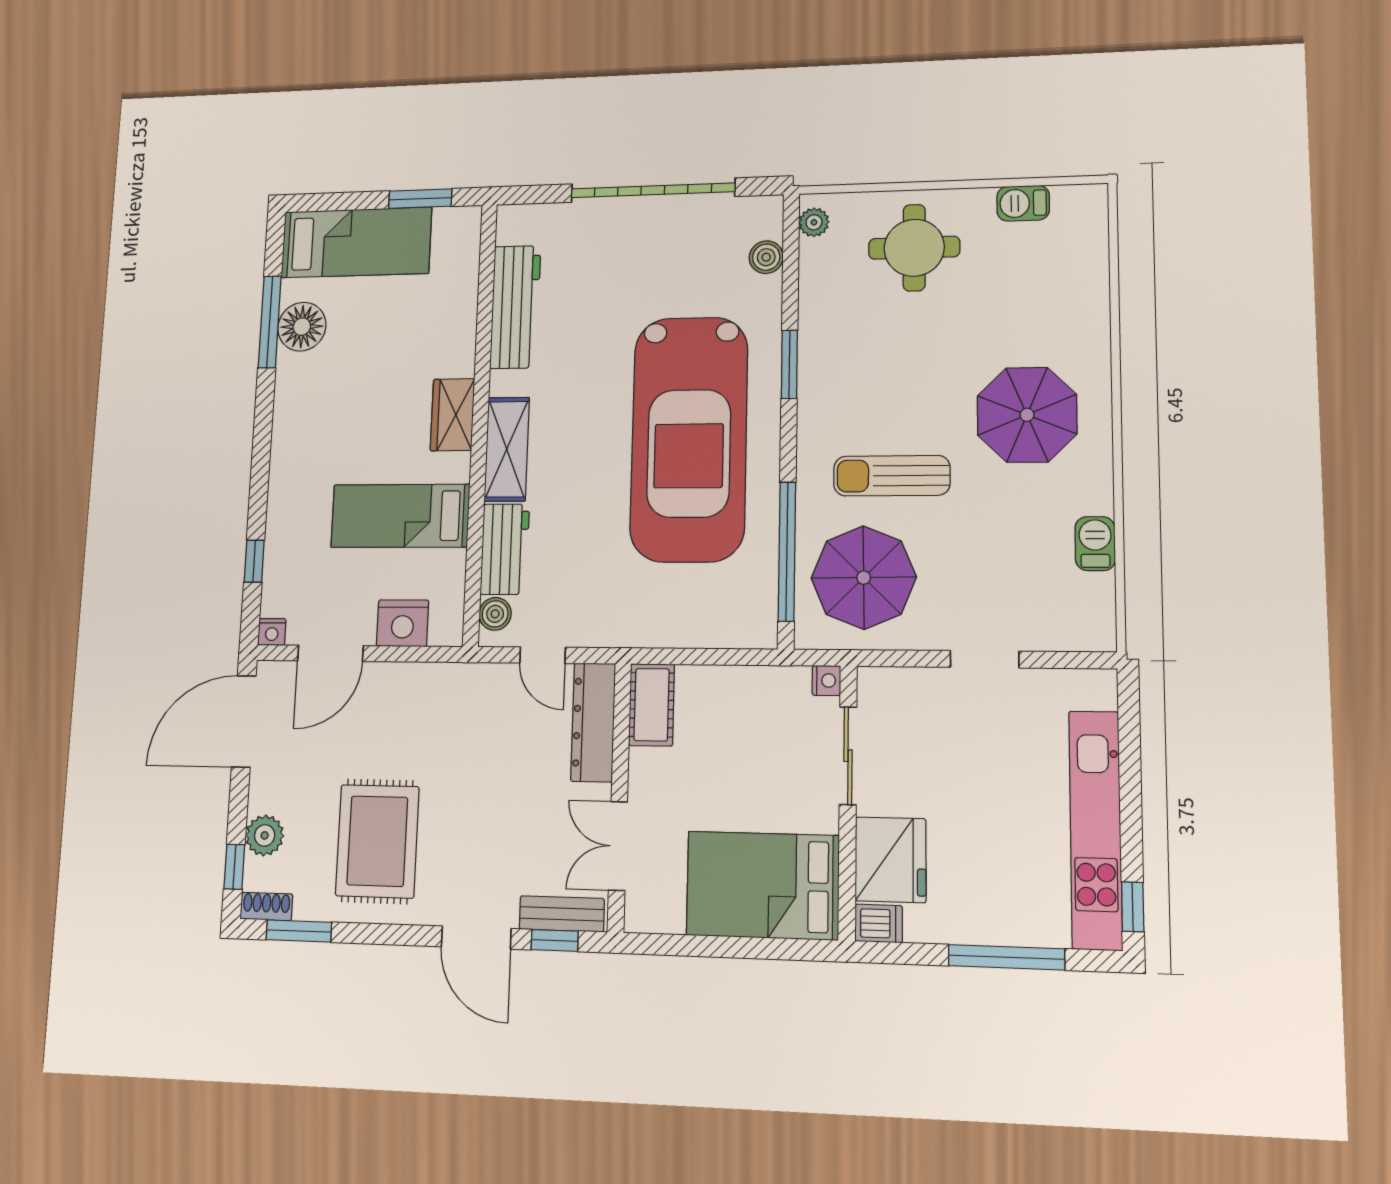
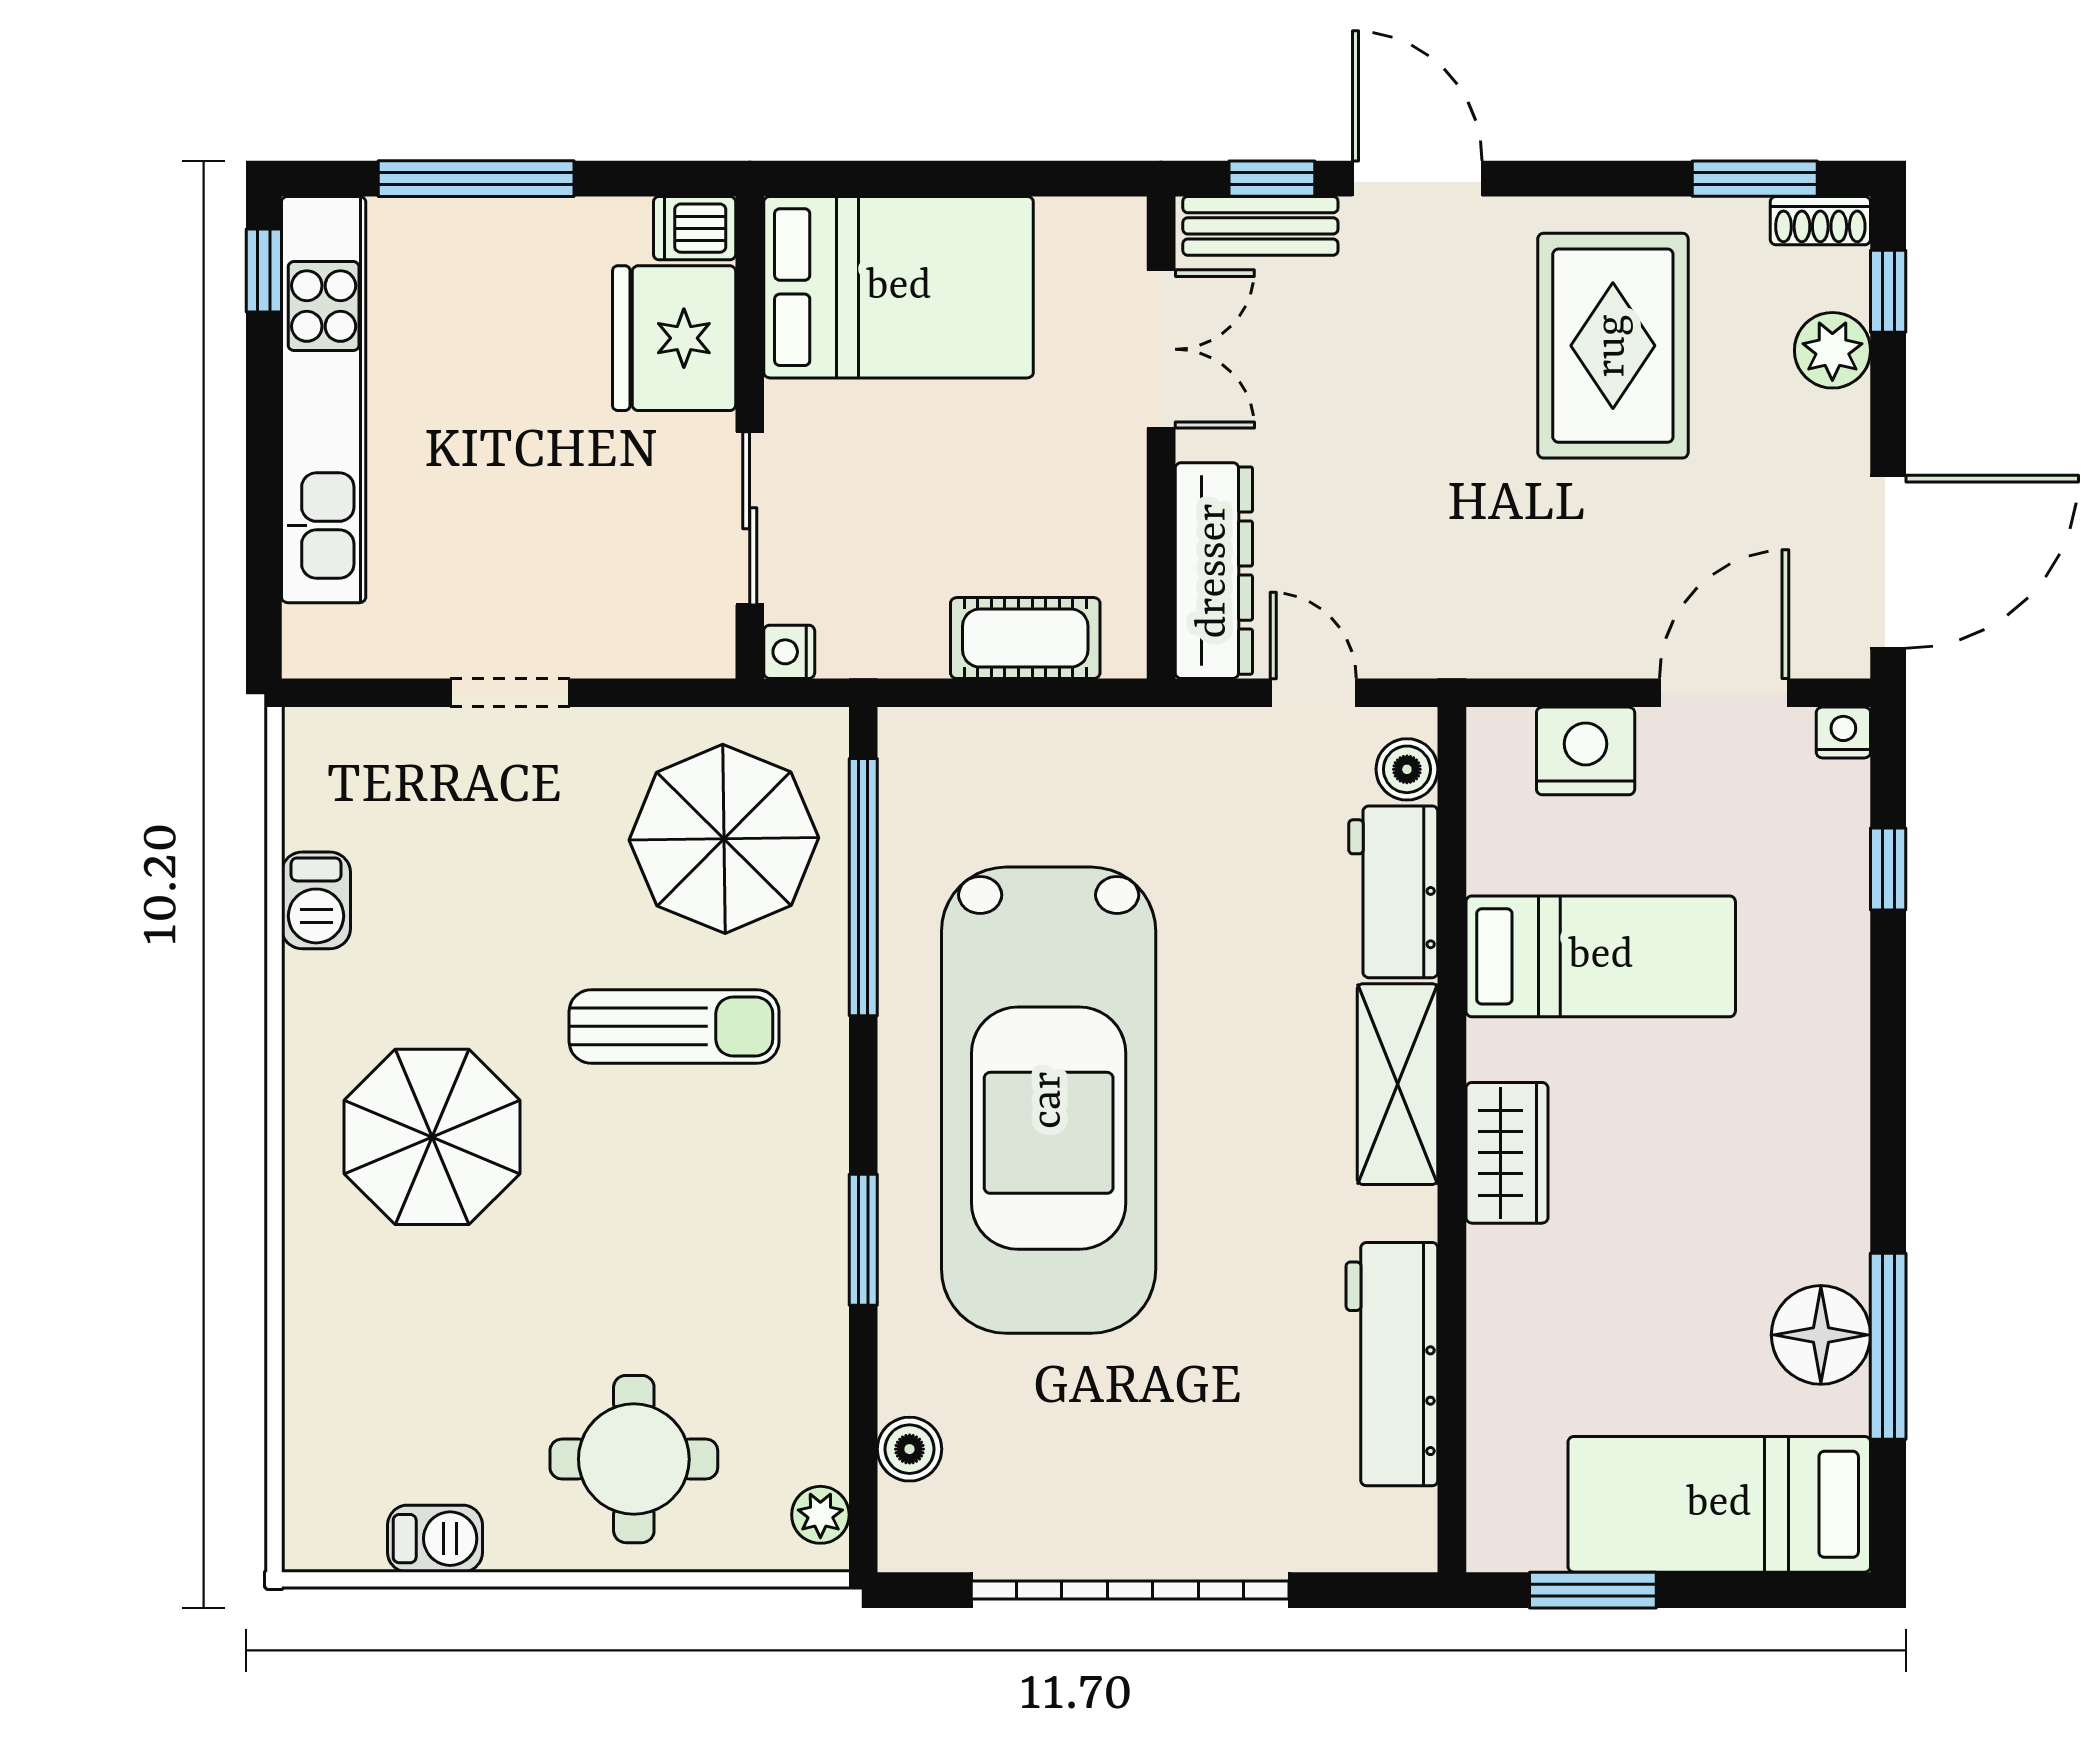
car: (689, 439) -> (1049, 1100), turned 180
cot: (652, 705) -> (1025, 638), moved, turned 90

